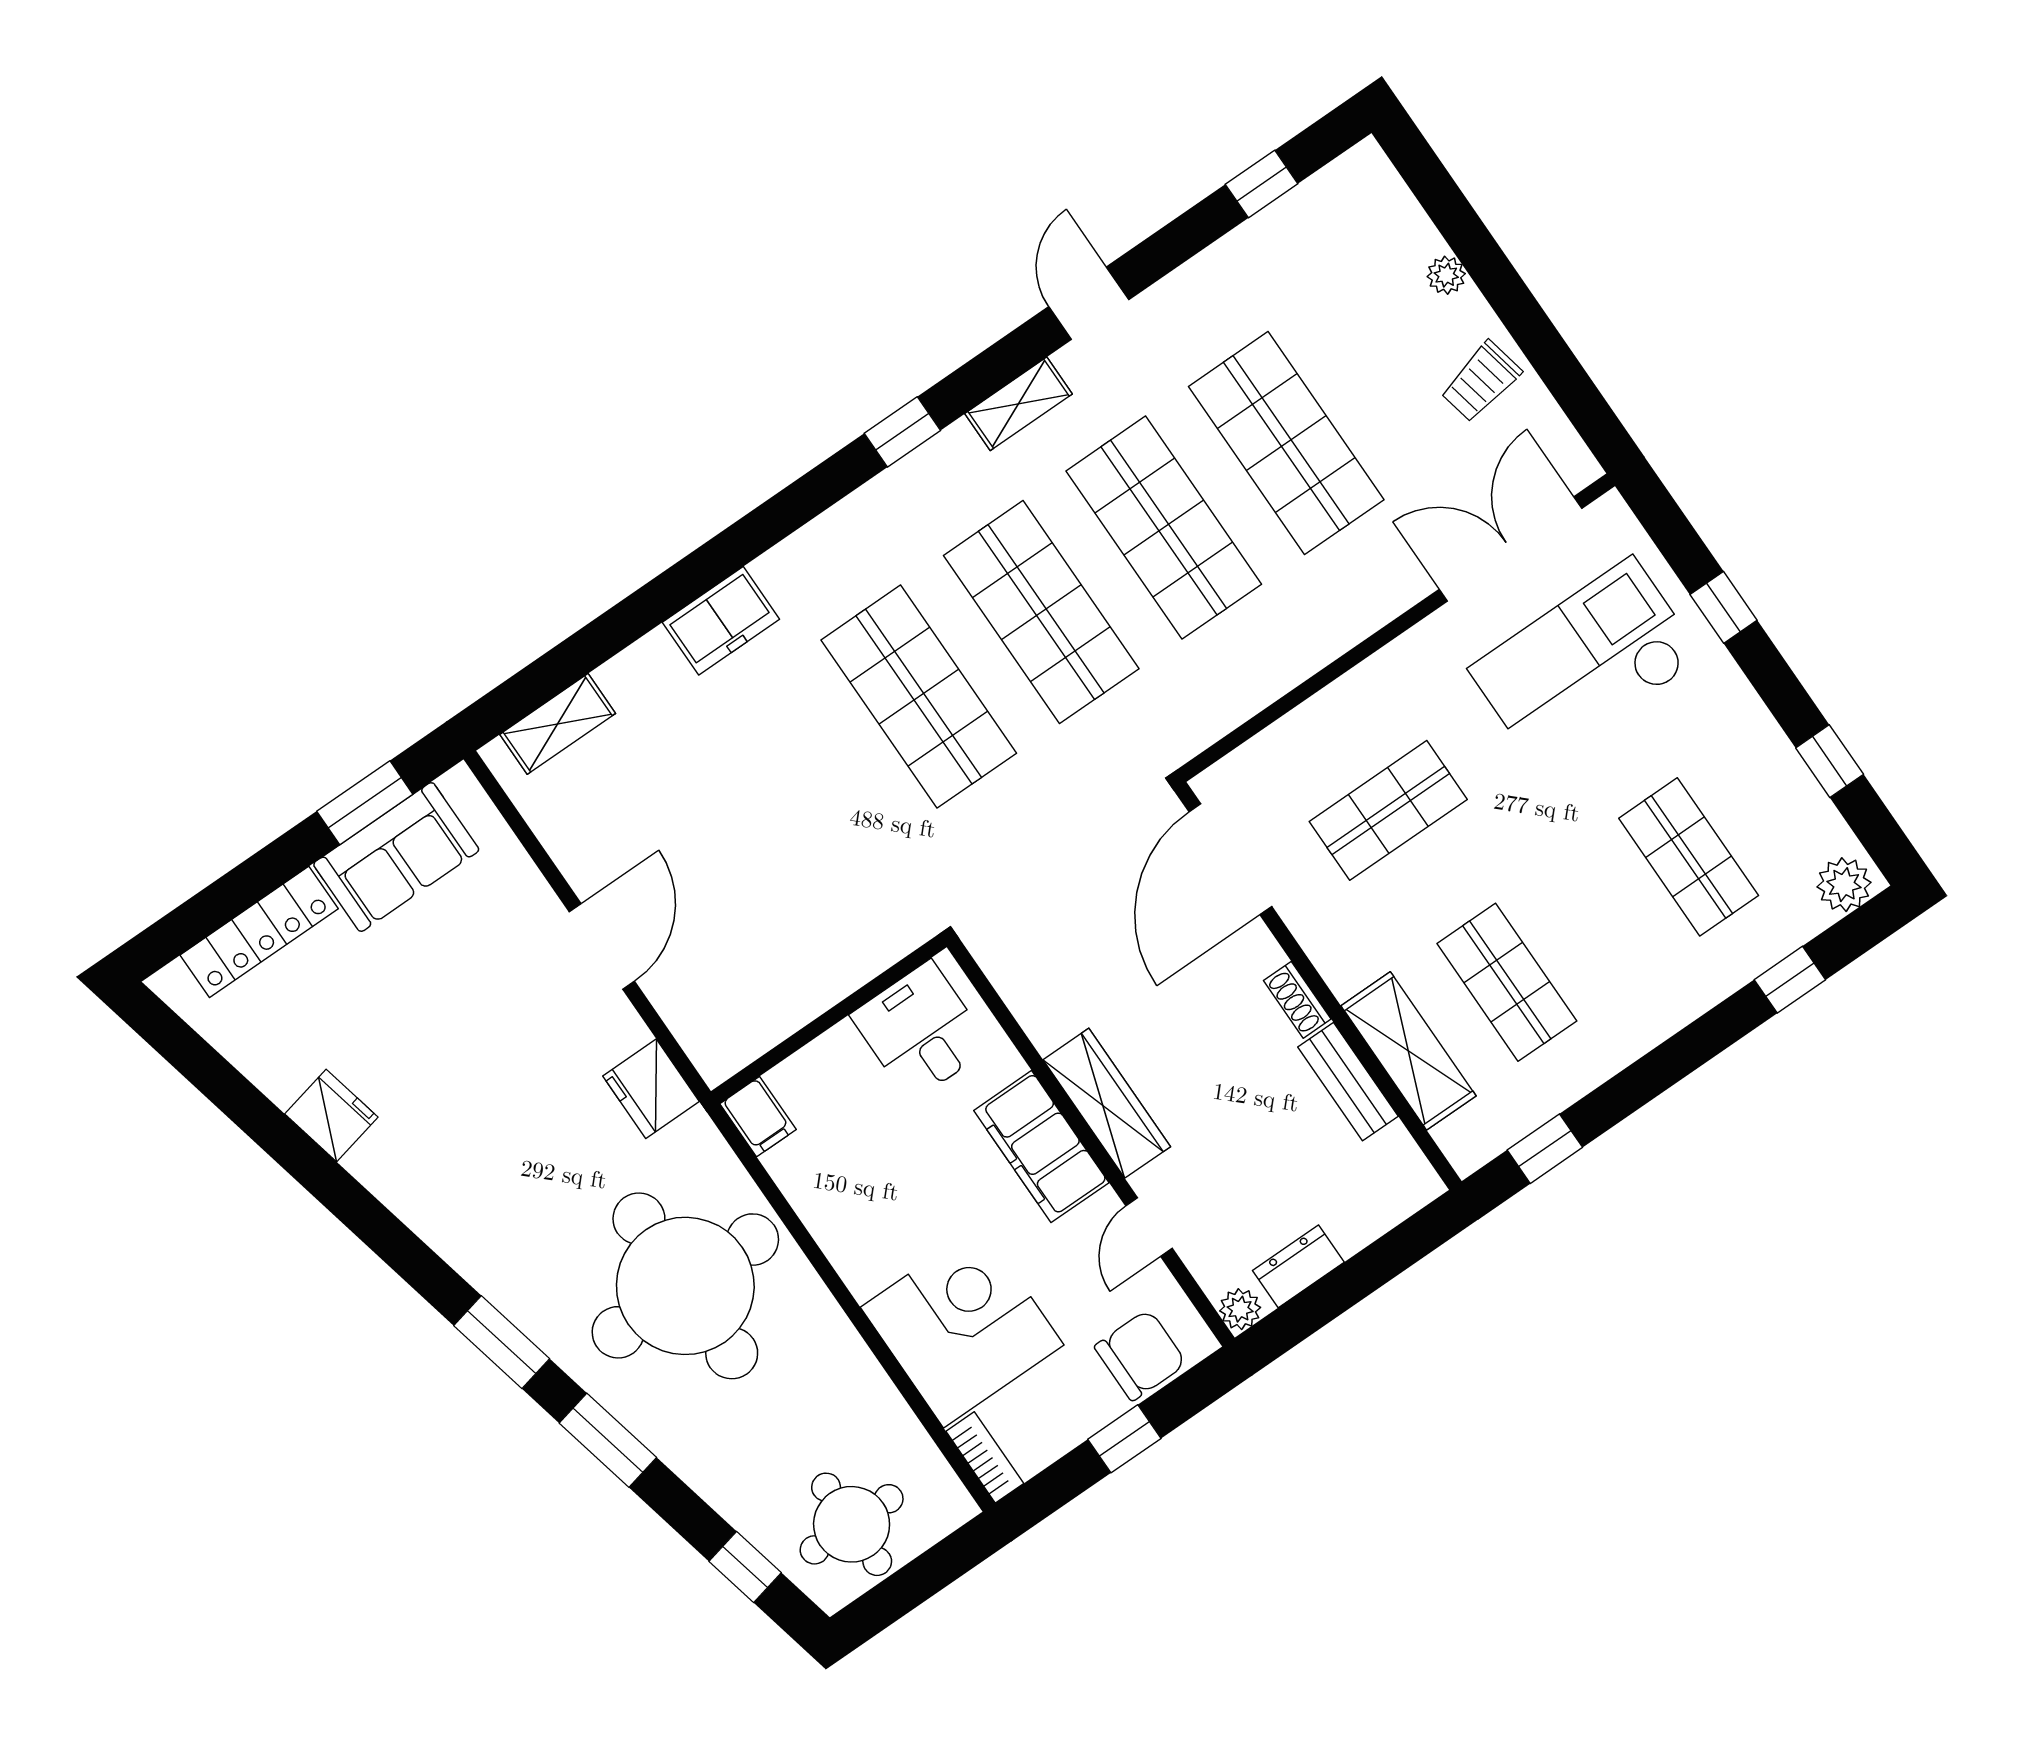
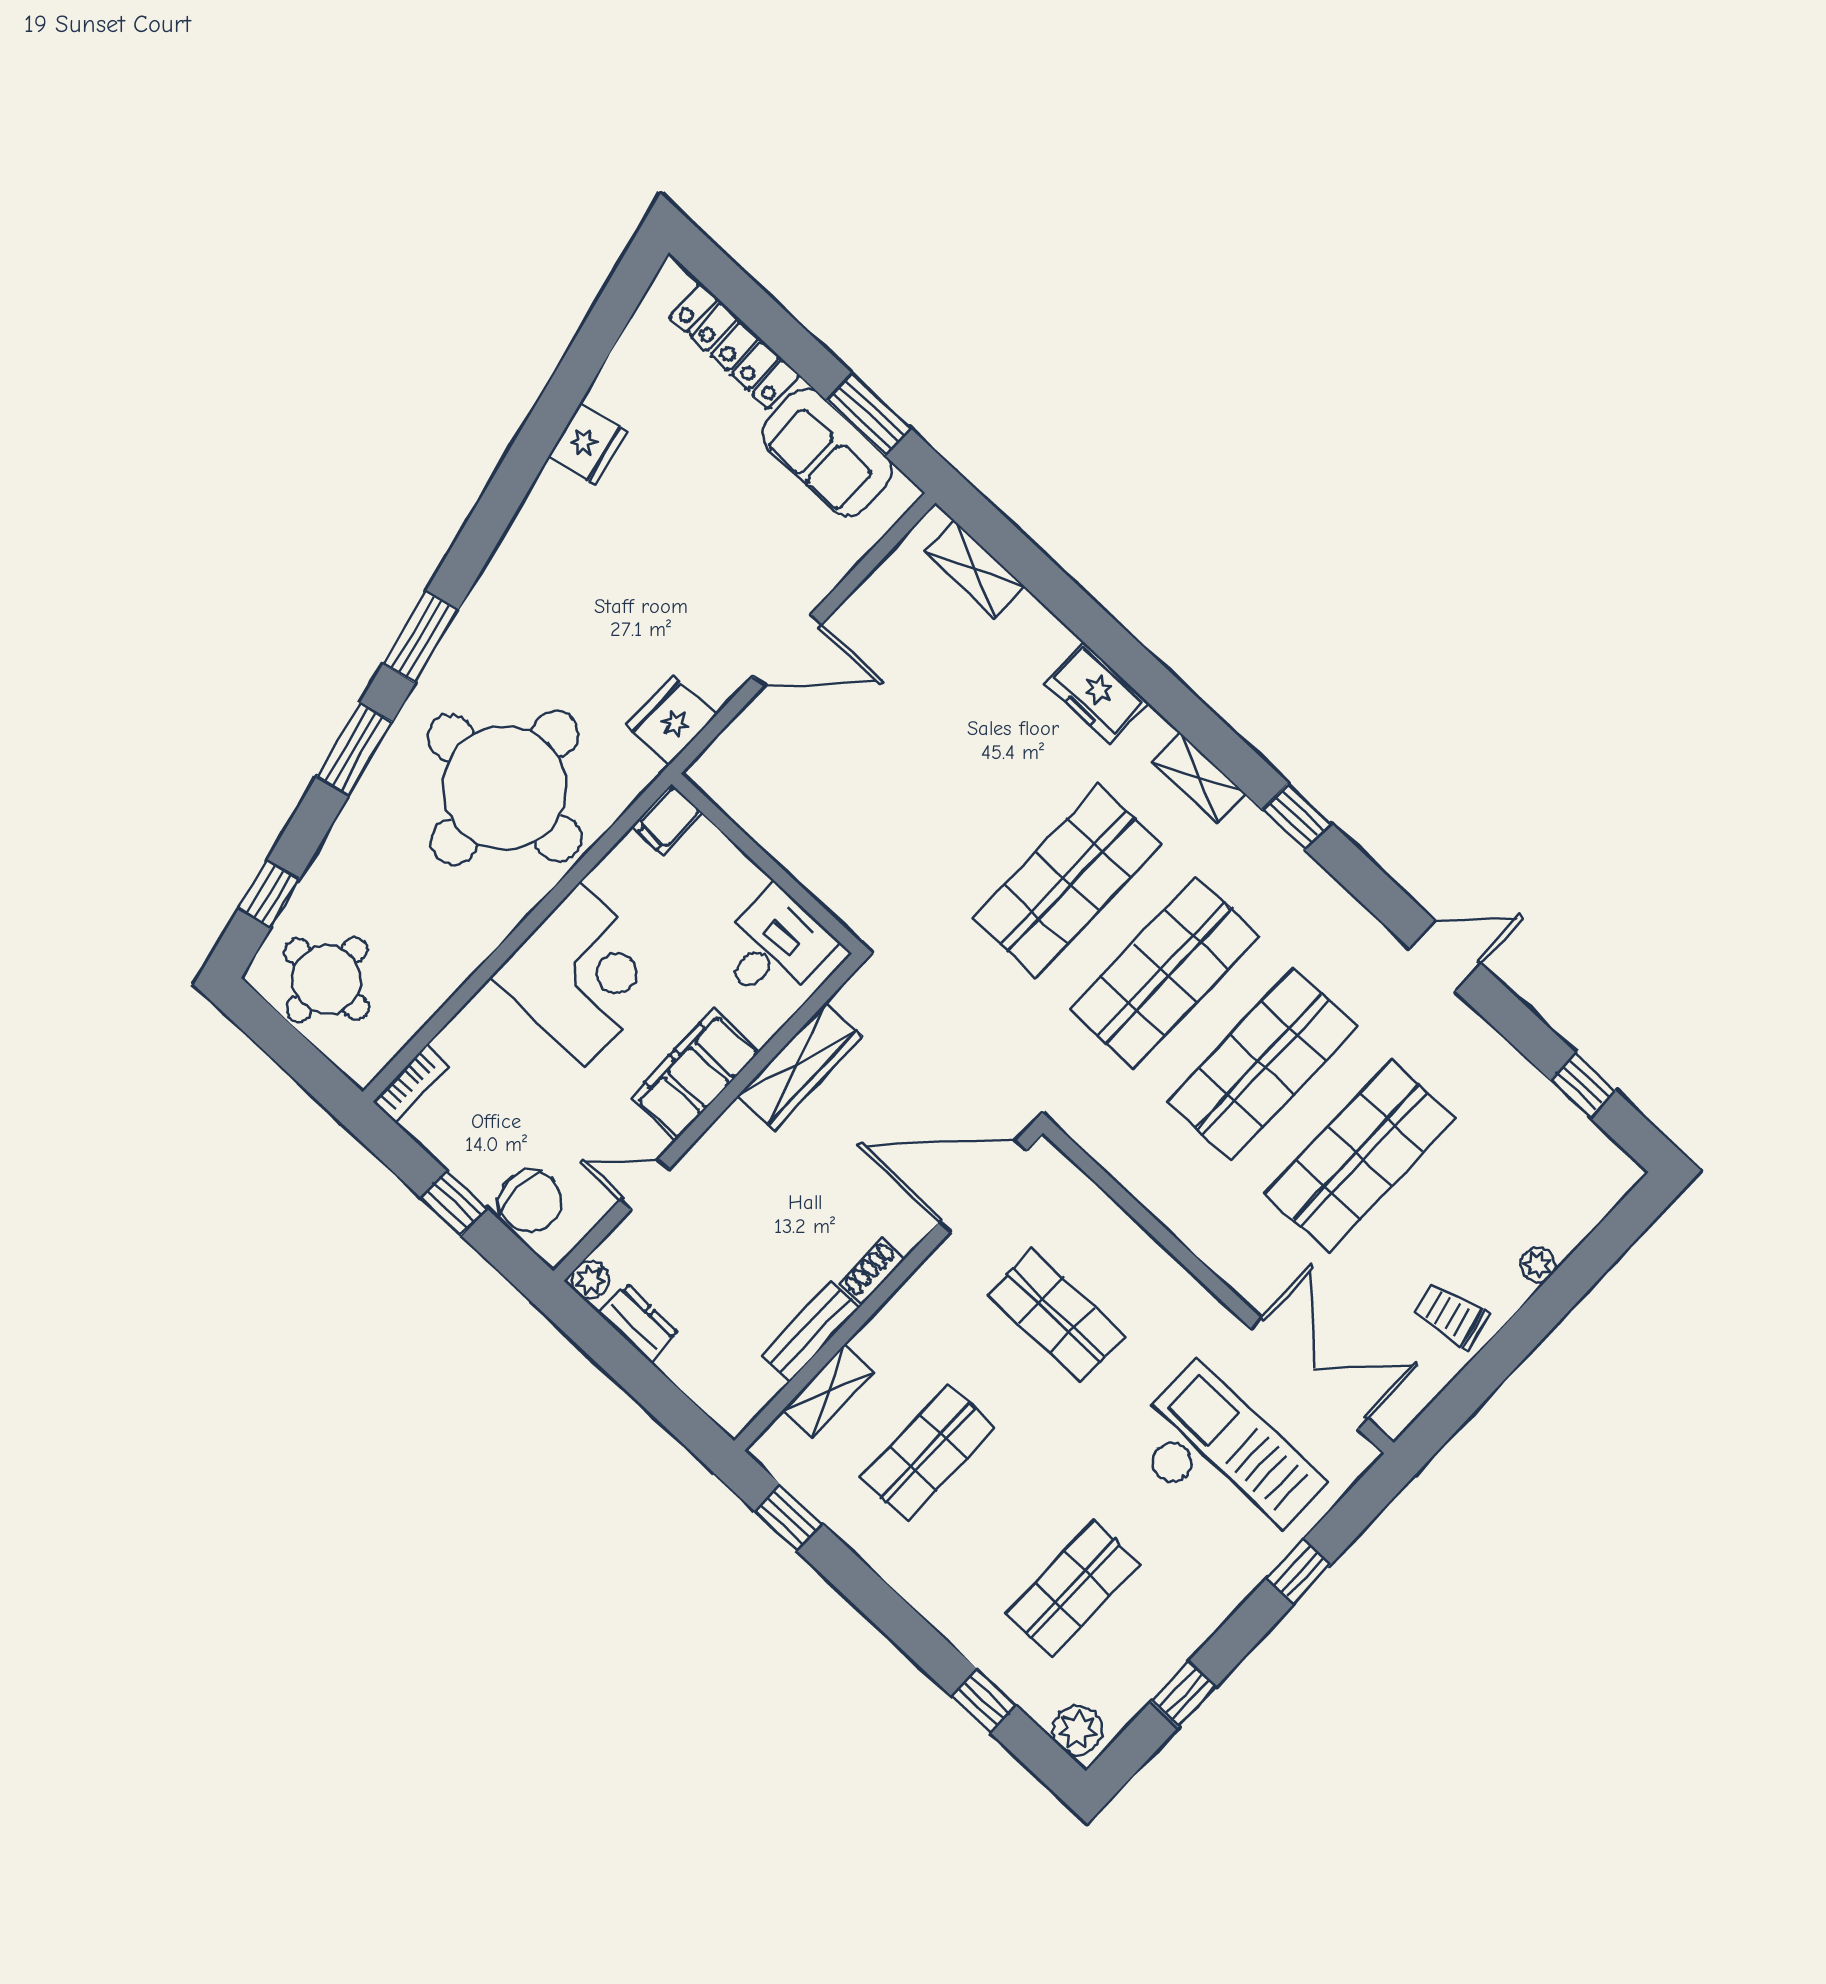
shelving: (1019, 404) -> (1199, 778), moved
shelving: (1408, 1051) -> (828, 1391), width x0.67, depth x0.75
wardrobe: (1107, 1103) -> (799, 1066), moved
corner desk: (962, 1326) -> (583, 974), moved

